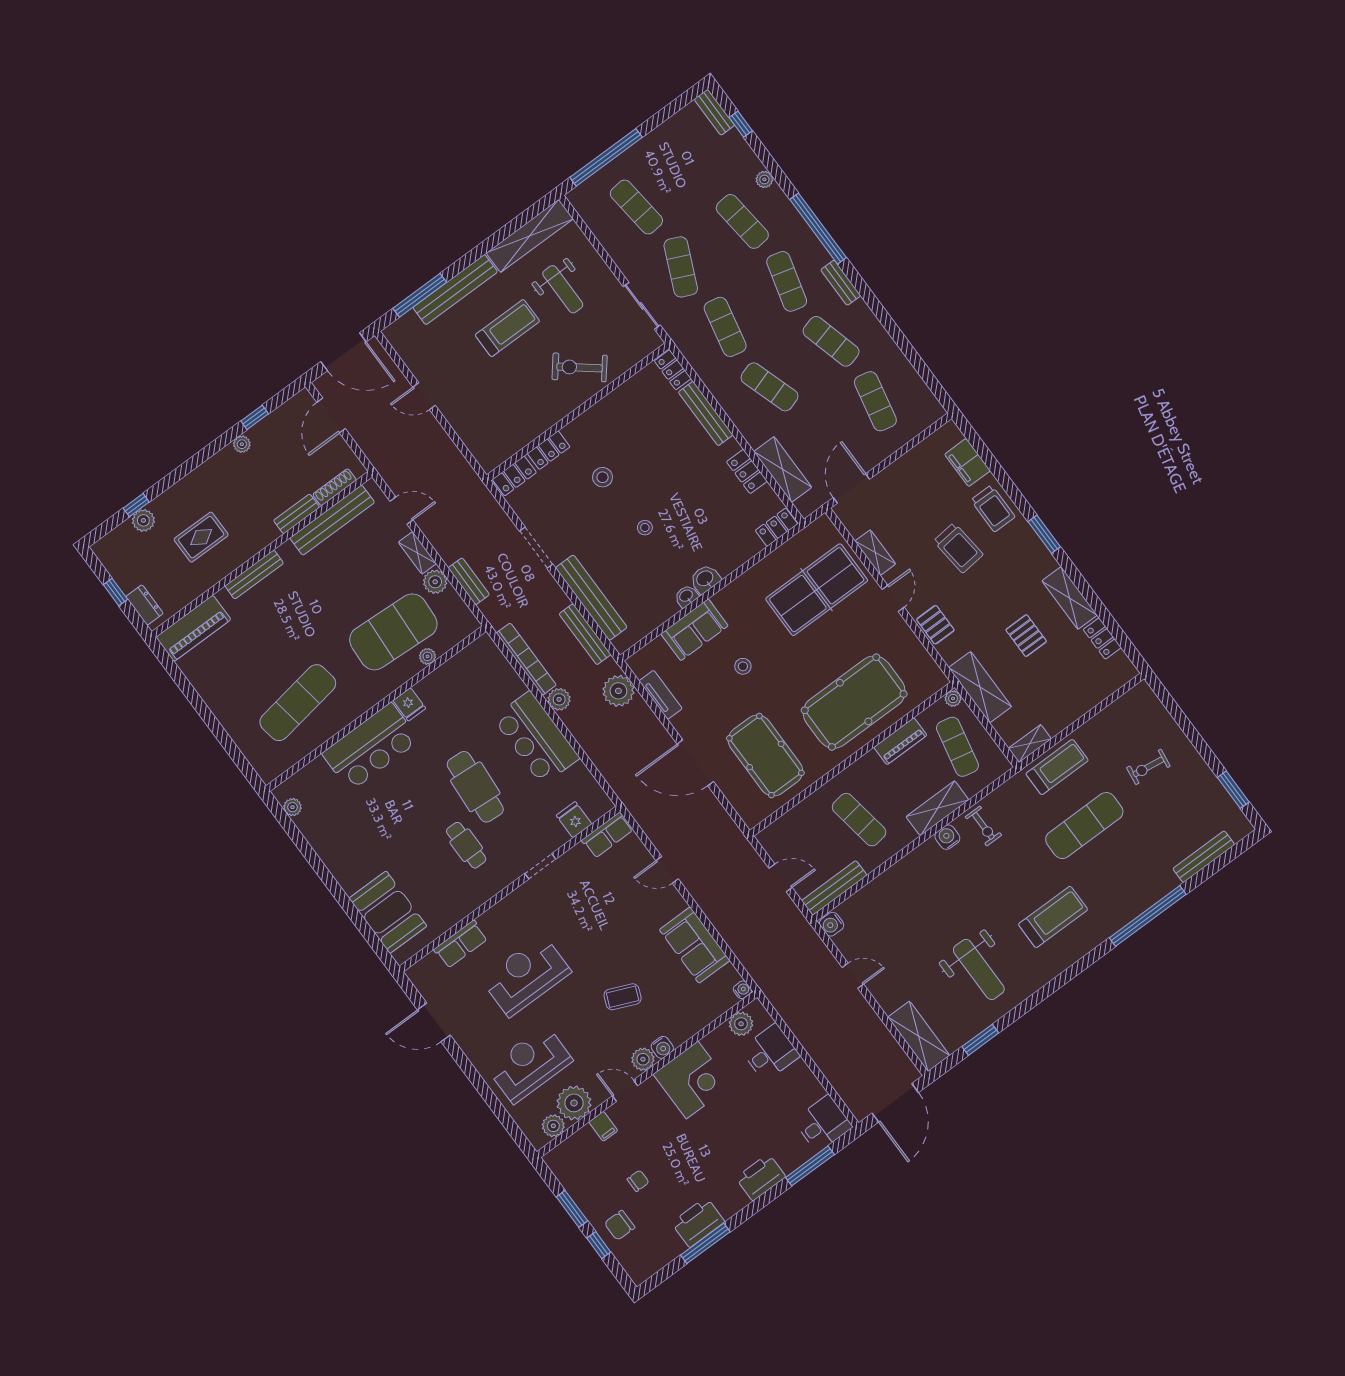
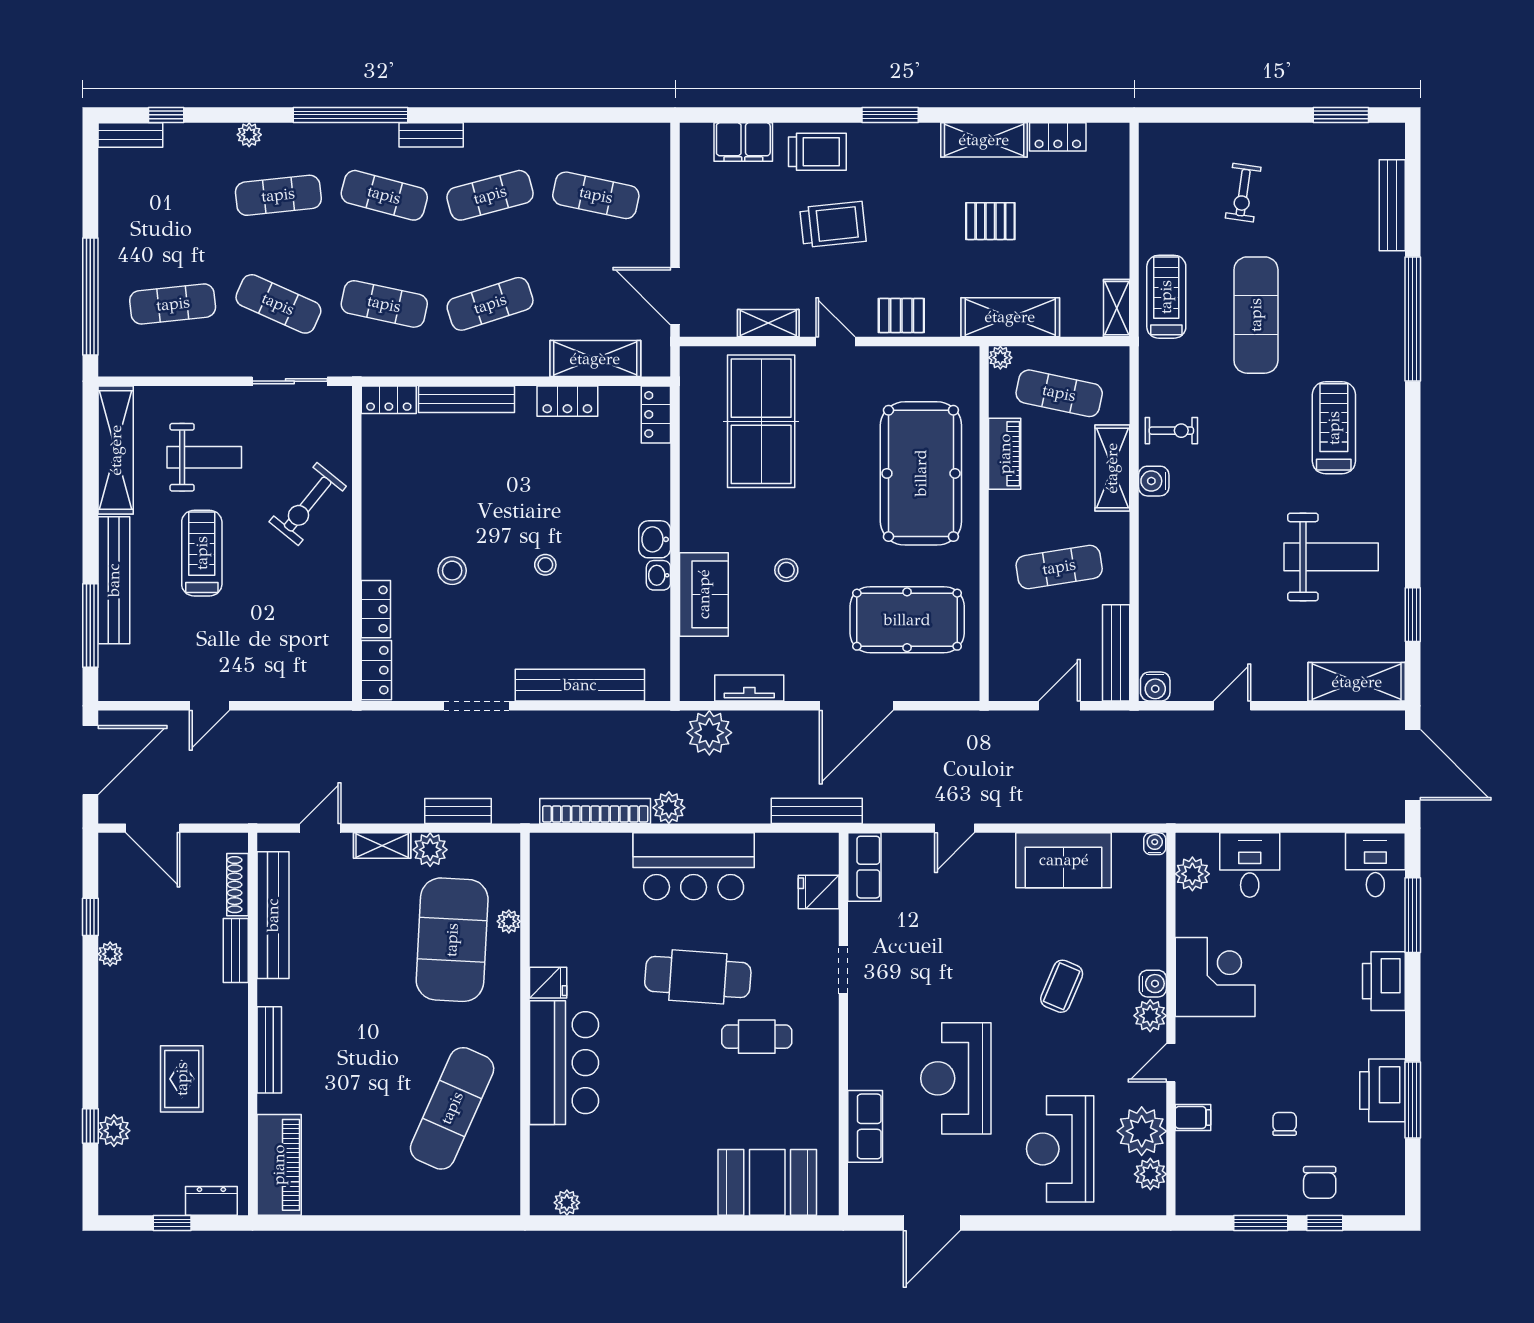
bench: (585, 634) -> (817, 811), moved
exercise mat: (298, 703) -> (452, 1108), turned 33

